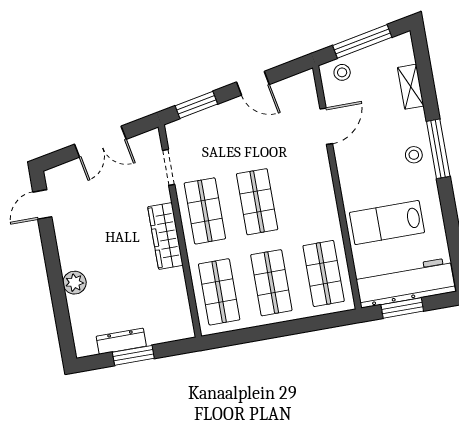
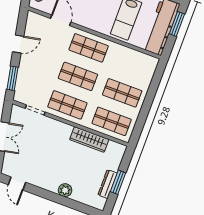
wardrobe: (165, 236) -> (89, 140), moved
shop shelf: (324, 273) -> (89, 48), moved
window: (402, 308) -> (177, 24), moved

